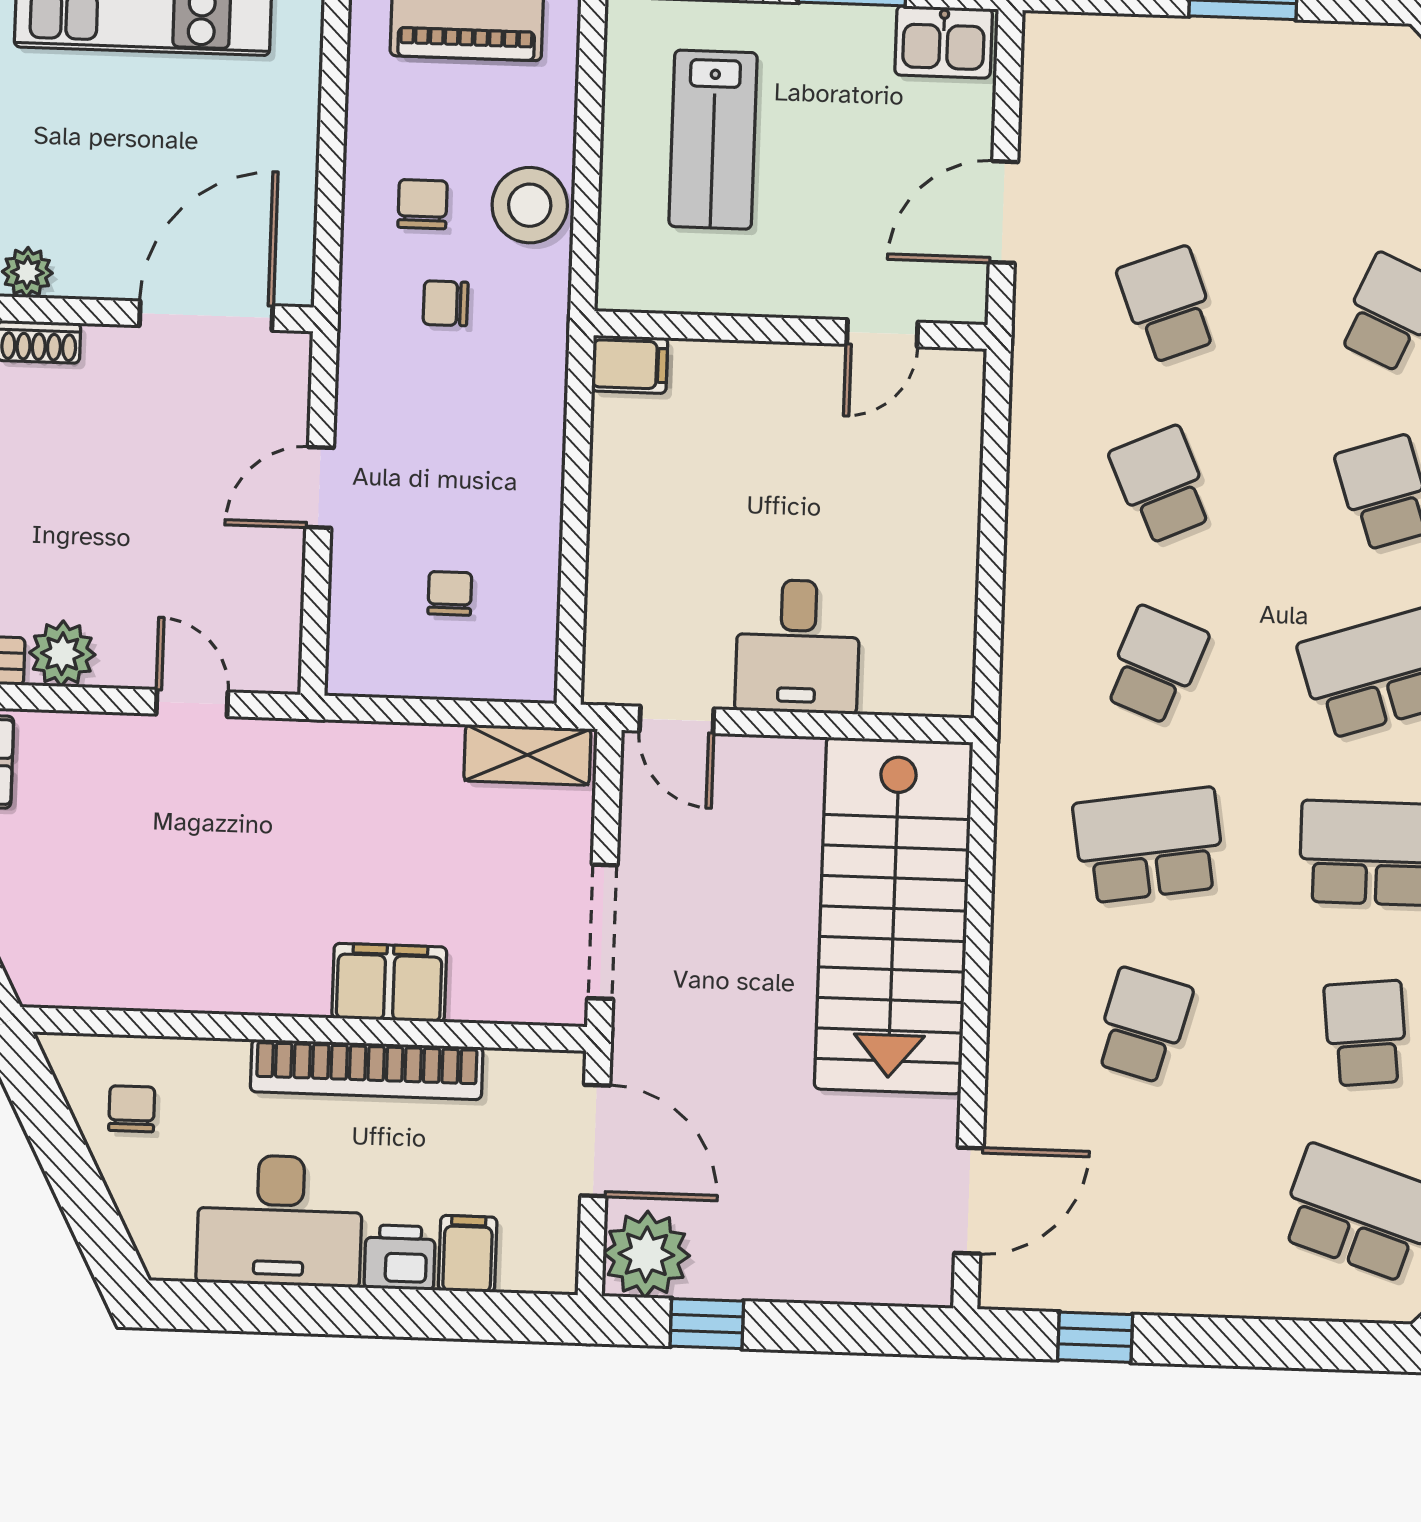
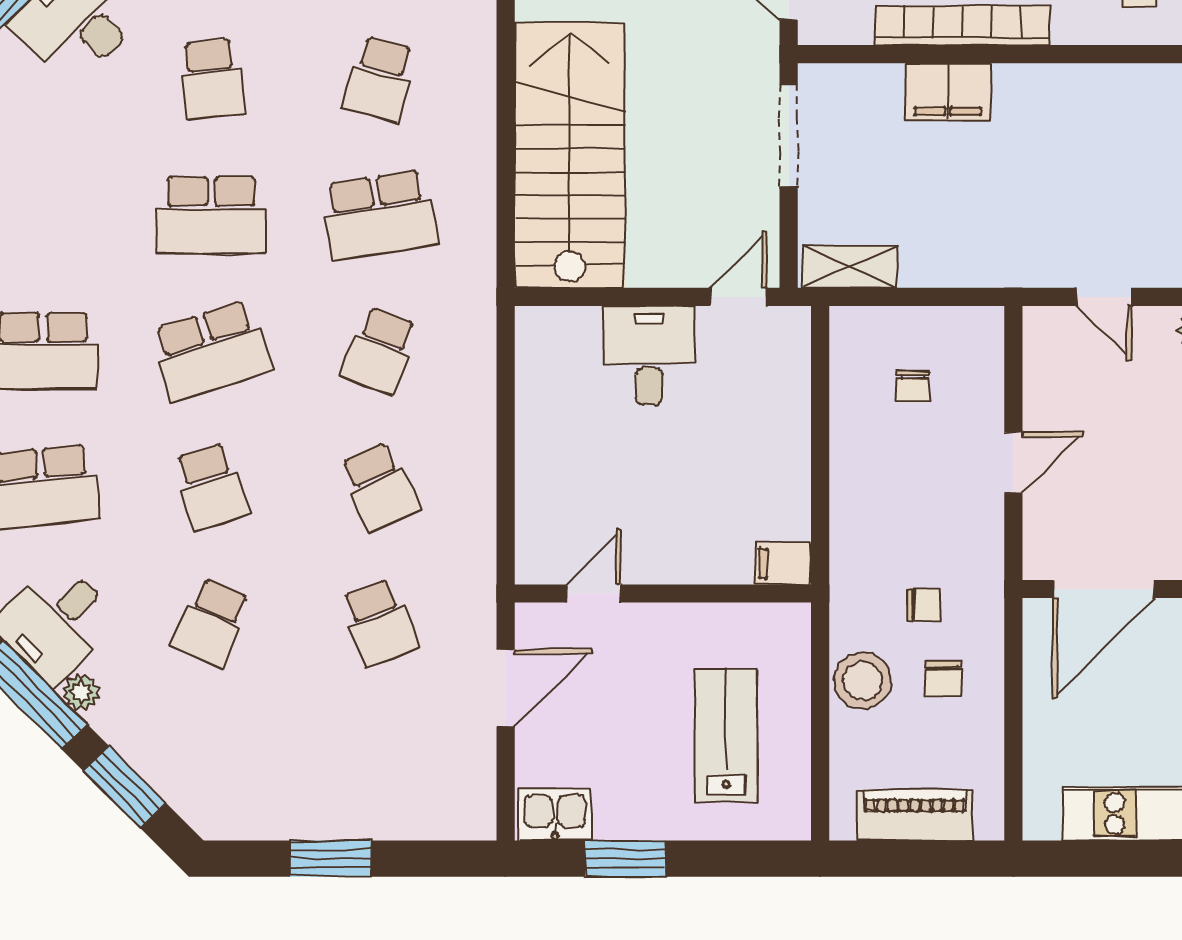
door: (677, 720) -> (738, 297), hinge flipped

